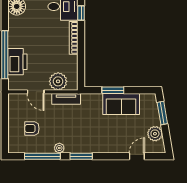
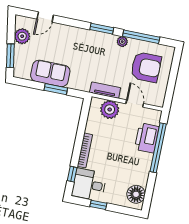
armchair: (32, 129) -> (146, 67), width x1.88, depth x1.88

